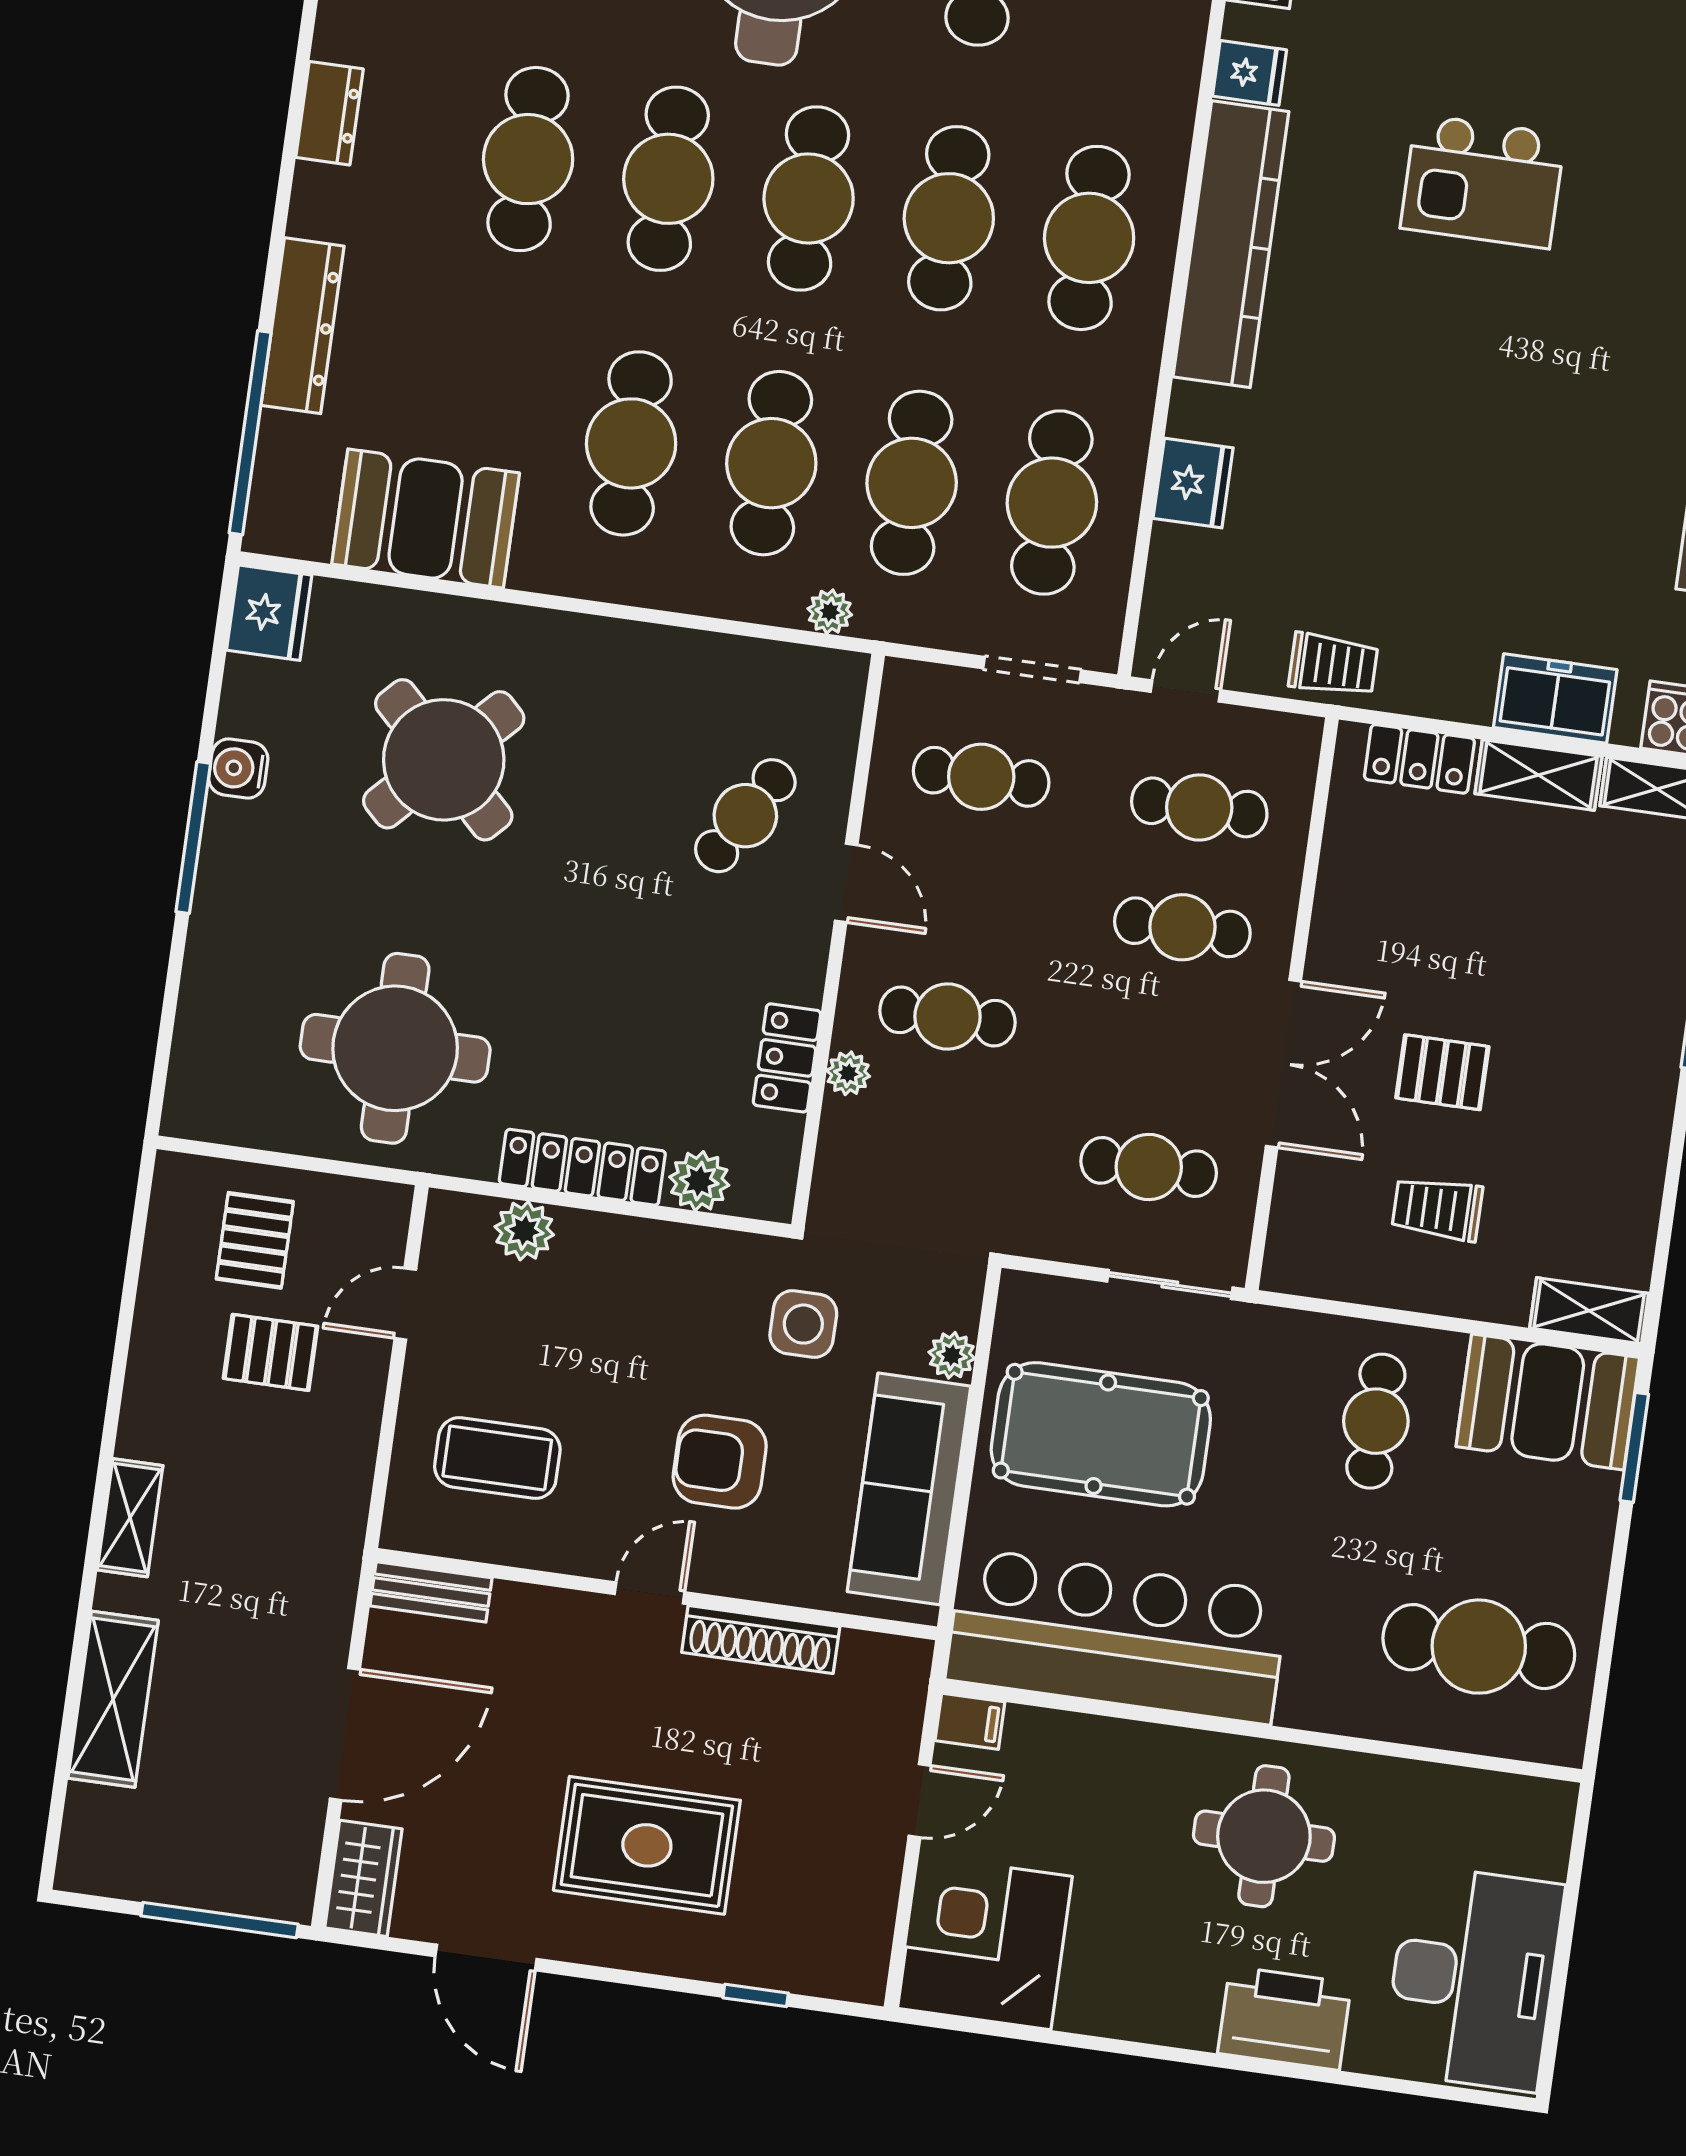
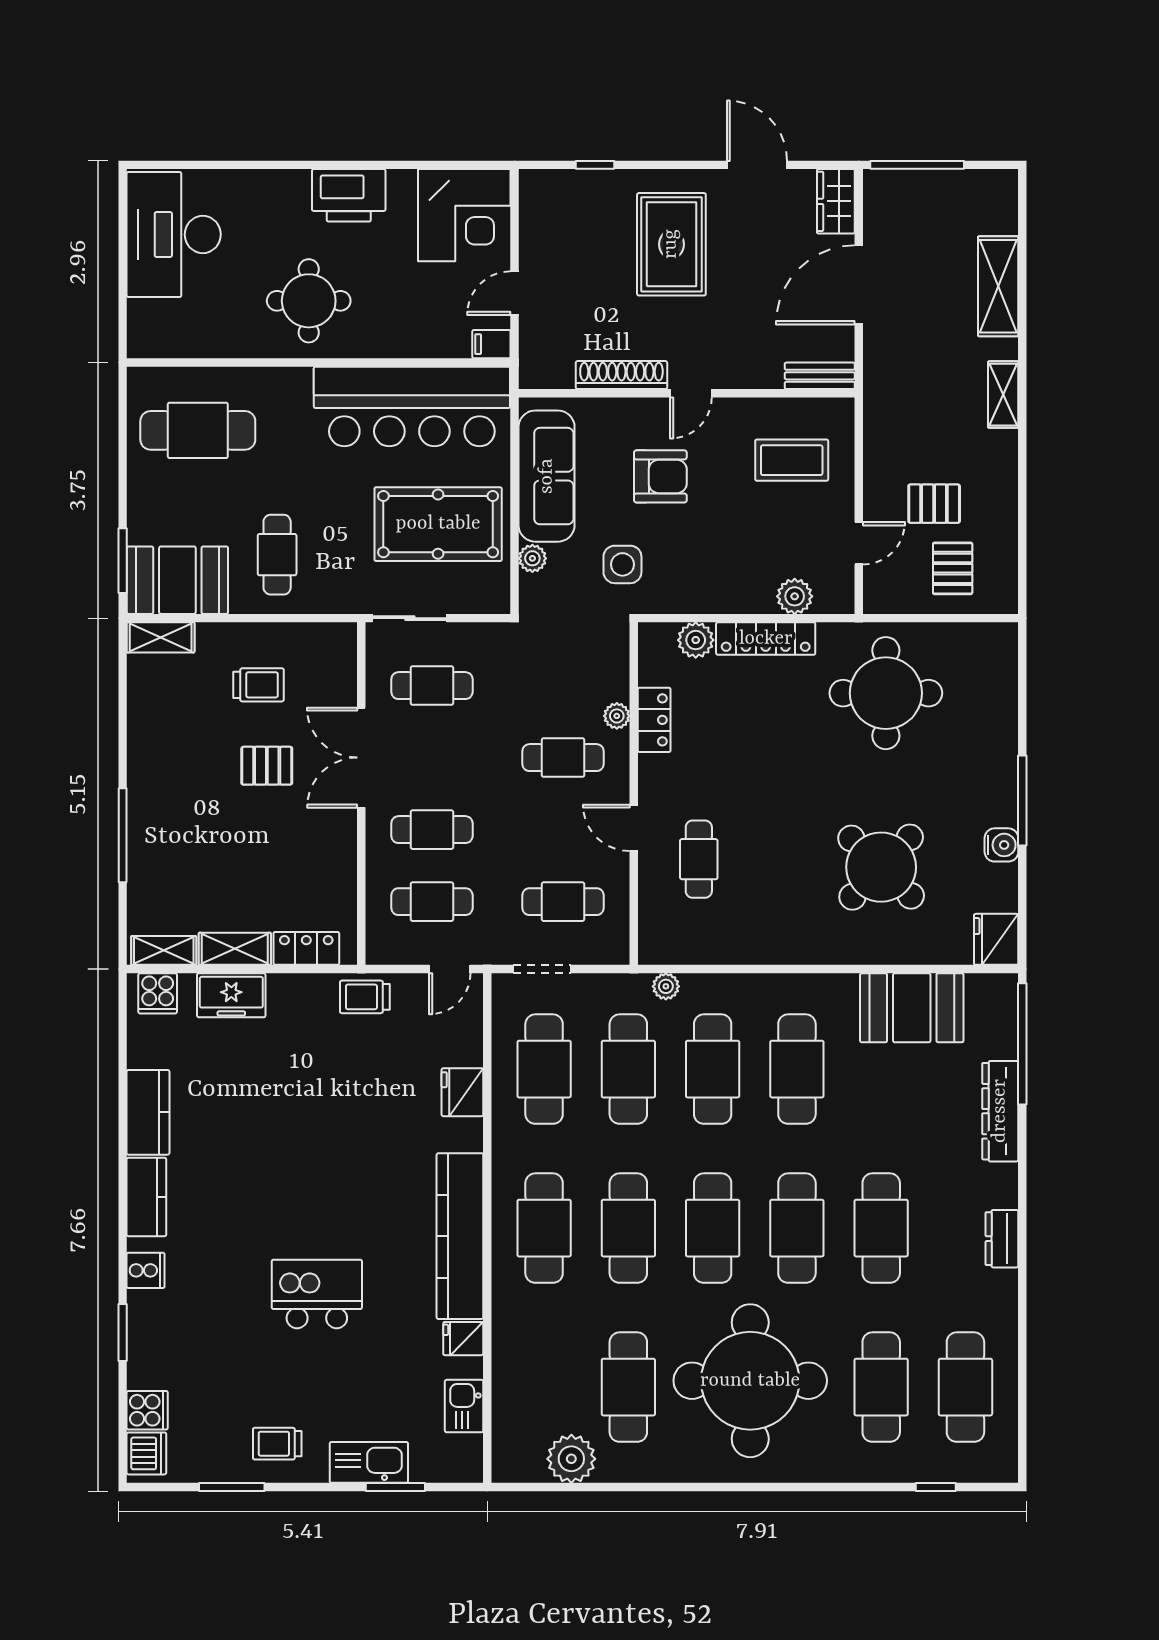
cafe table: (745, 816) -> (699, 859), turned -31
rug: (647, 1845) -> (671, 244), turned 90
printer: (1285, 2018) -> (349, 195), moved

